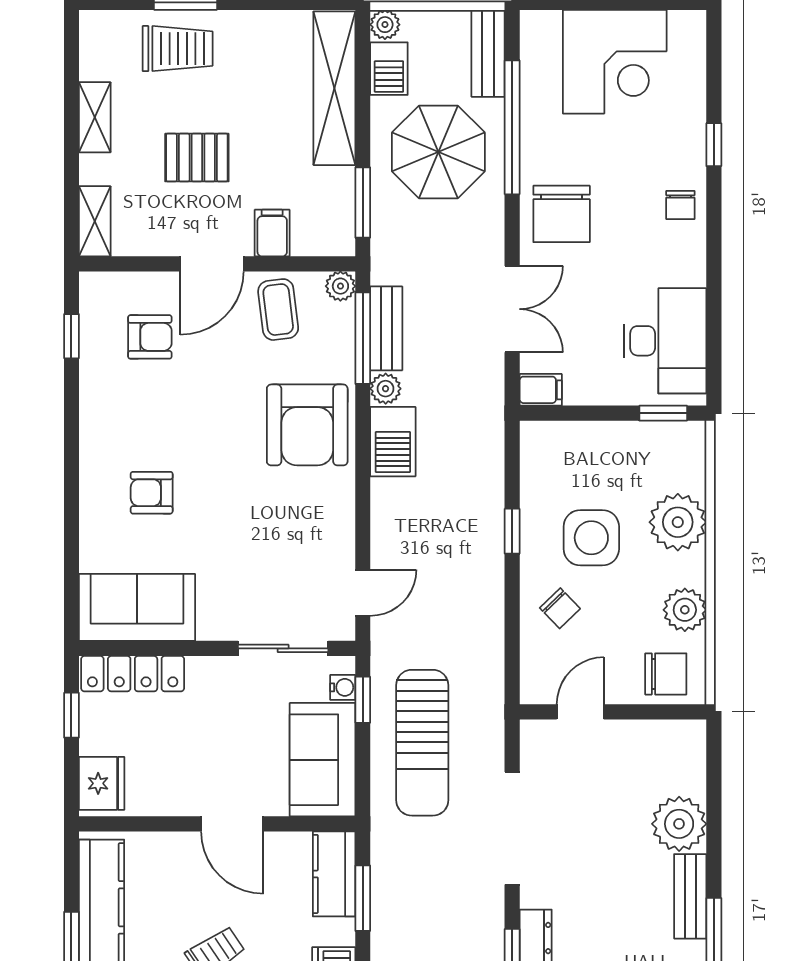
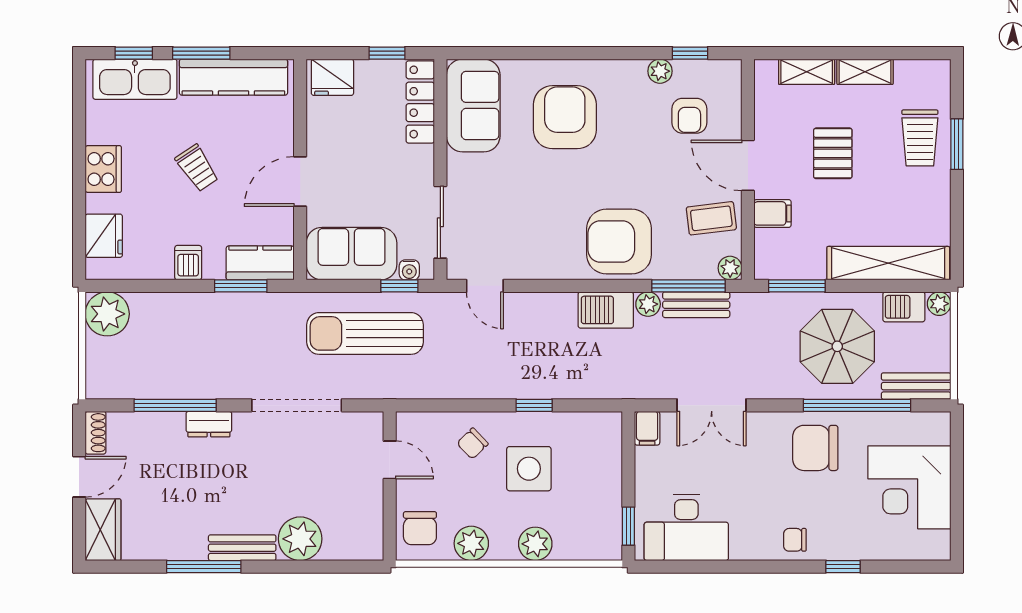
chair: (562, 214) -> (815, 448), moved
shelving: (95, 221) -> (807, 72), moved
plant: (94, 374) -> (660, 71), added
armchair: (152, 493) -> (565, 117), width x1.88, depth x1.88
plant: (678, 522) -> (535, 544), width x0.73, depth x0.73

